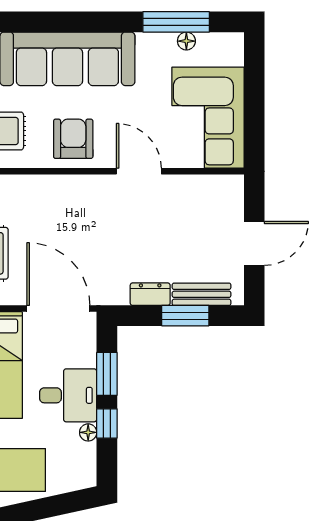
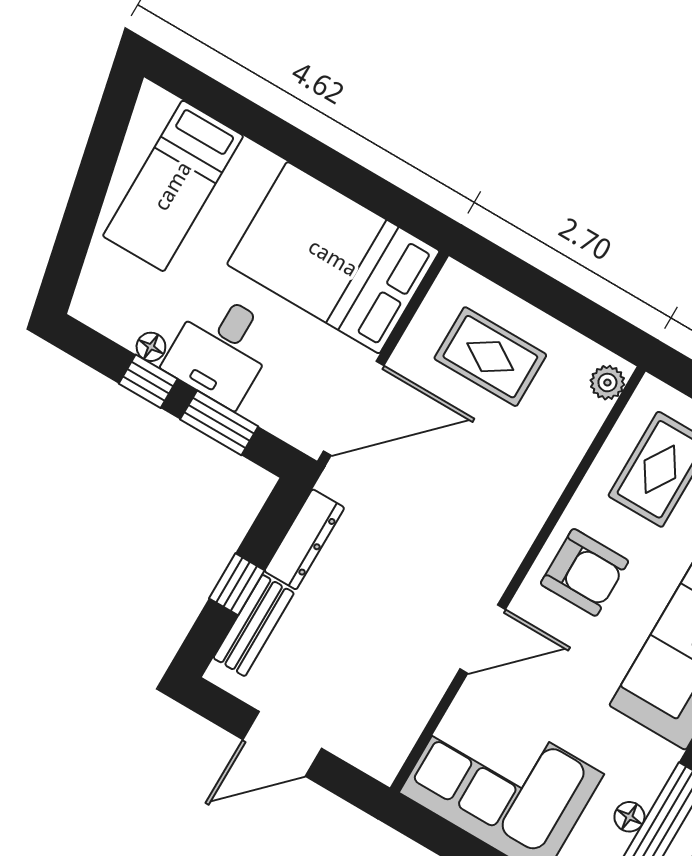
door: (254, 243) -> (282, 744), hinge flipped
dresser: (150, 294) -> (304, 539), width x1.44
window: (185, 316) -> (237, 584), width x0.67

